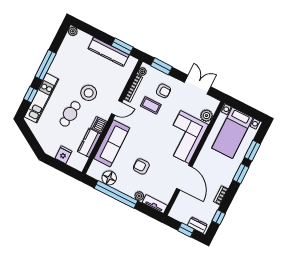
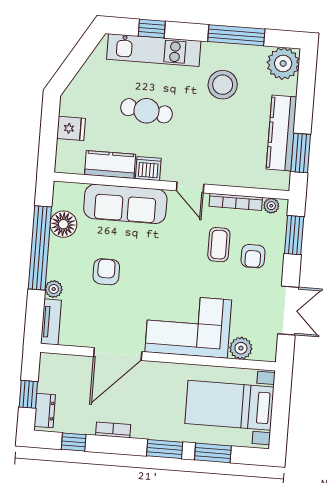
plant: (73, 31) -> (283, 63), width x1.87, depth x1.87
window: (46, 65) -> (236, 35), moved
stool: (89, 93) -> (223, 85), moved

